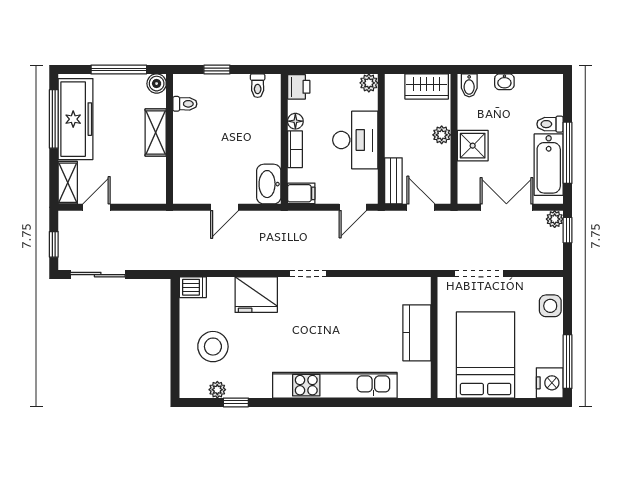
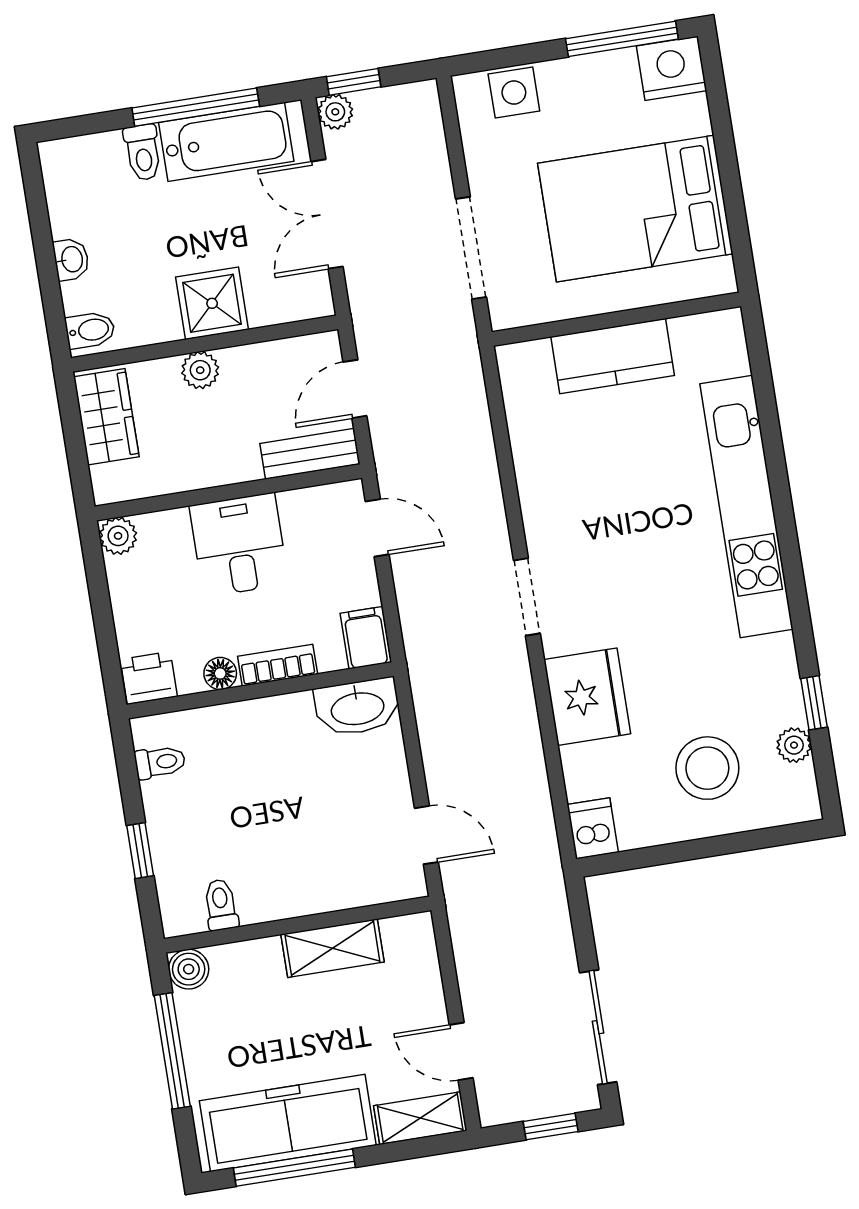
shelving: (156, 133) -> (332, 948), moved
desk: (355, 140) -> (239, 545), width x0.73
door: (225, 207) -> (426, 835), moved

